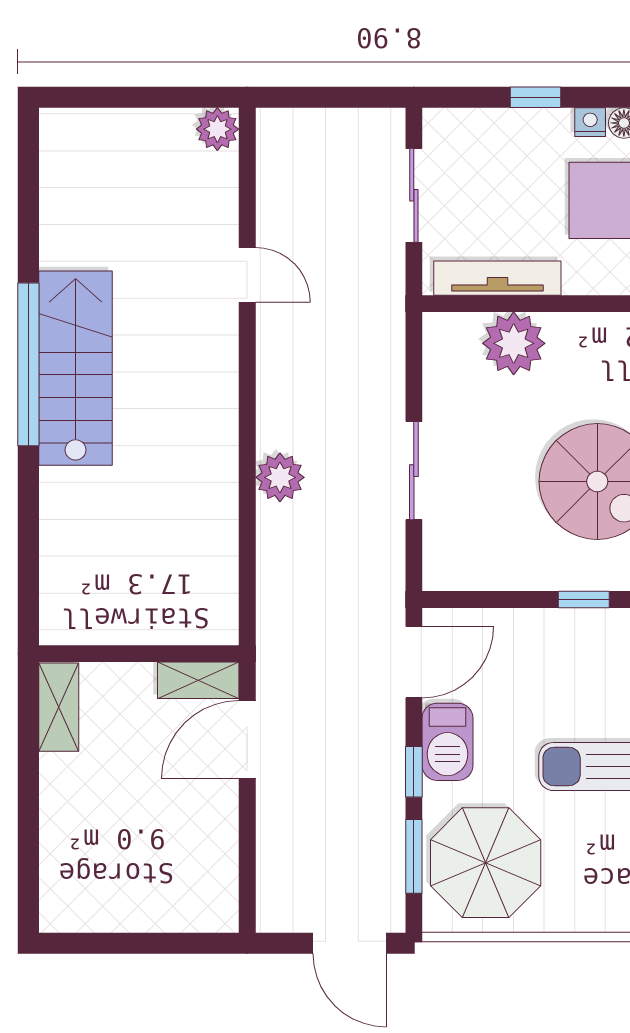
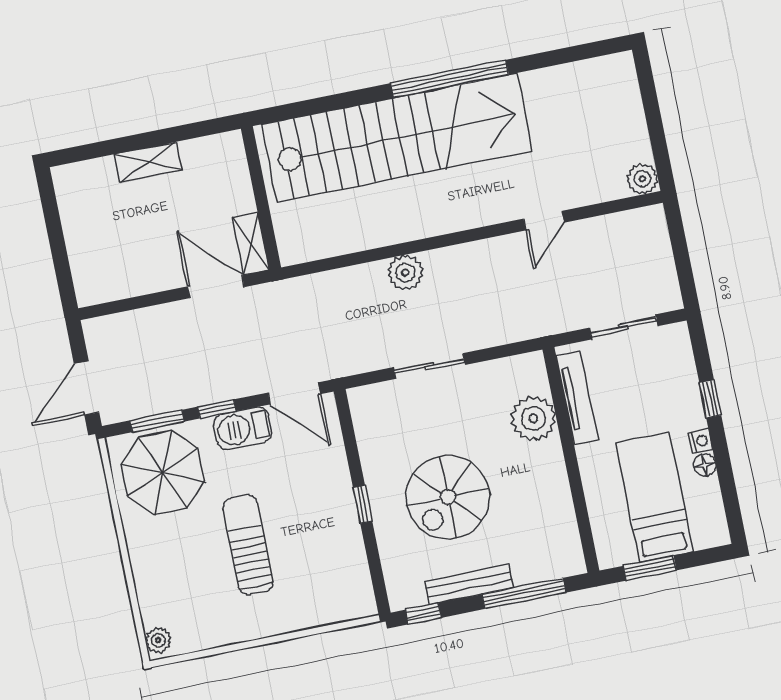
stairs: (76, 368) -> (397, 138), width x1.86, depth x1.51
shelving: (59, 707) -> (148, 162), moved

